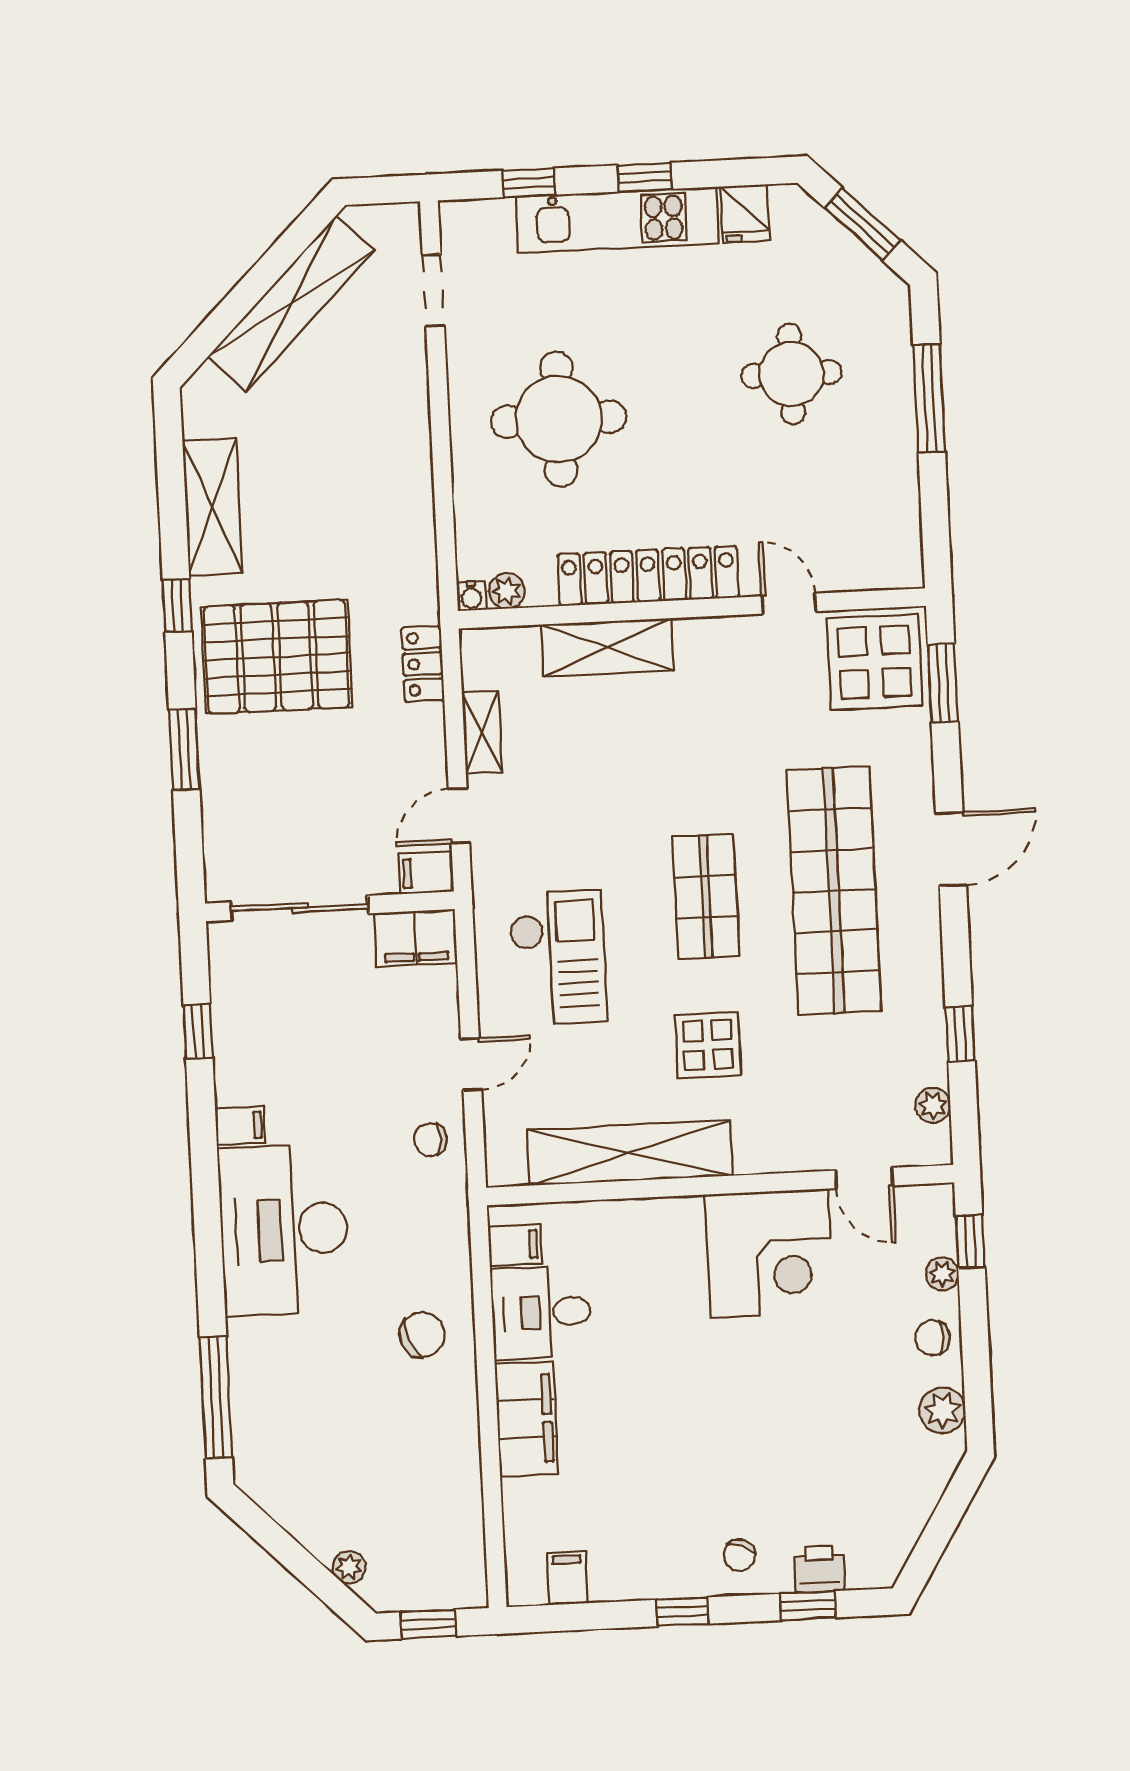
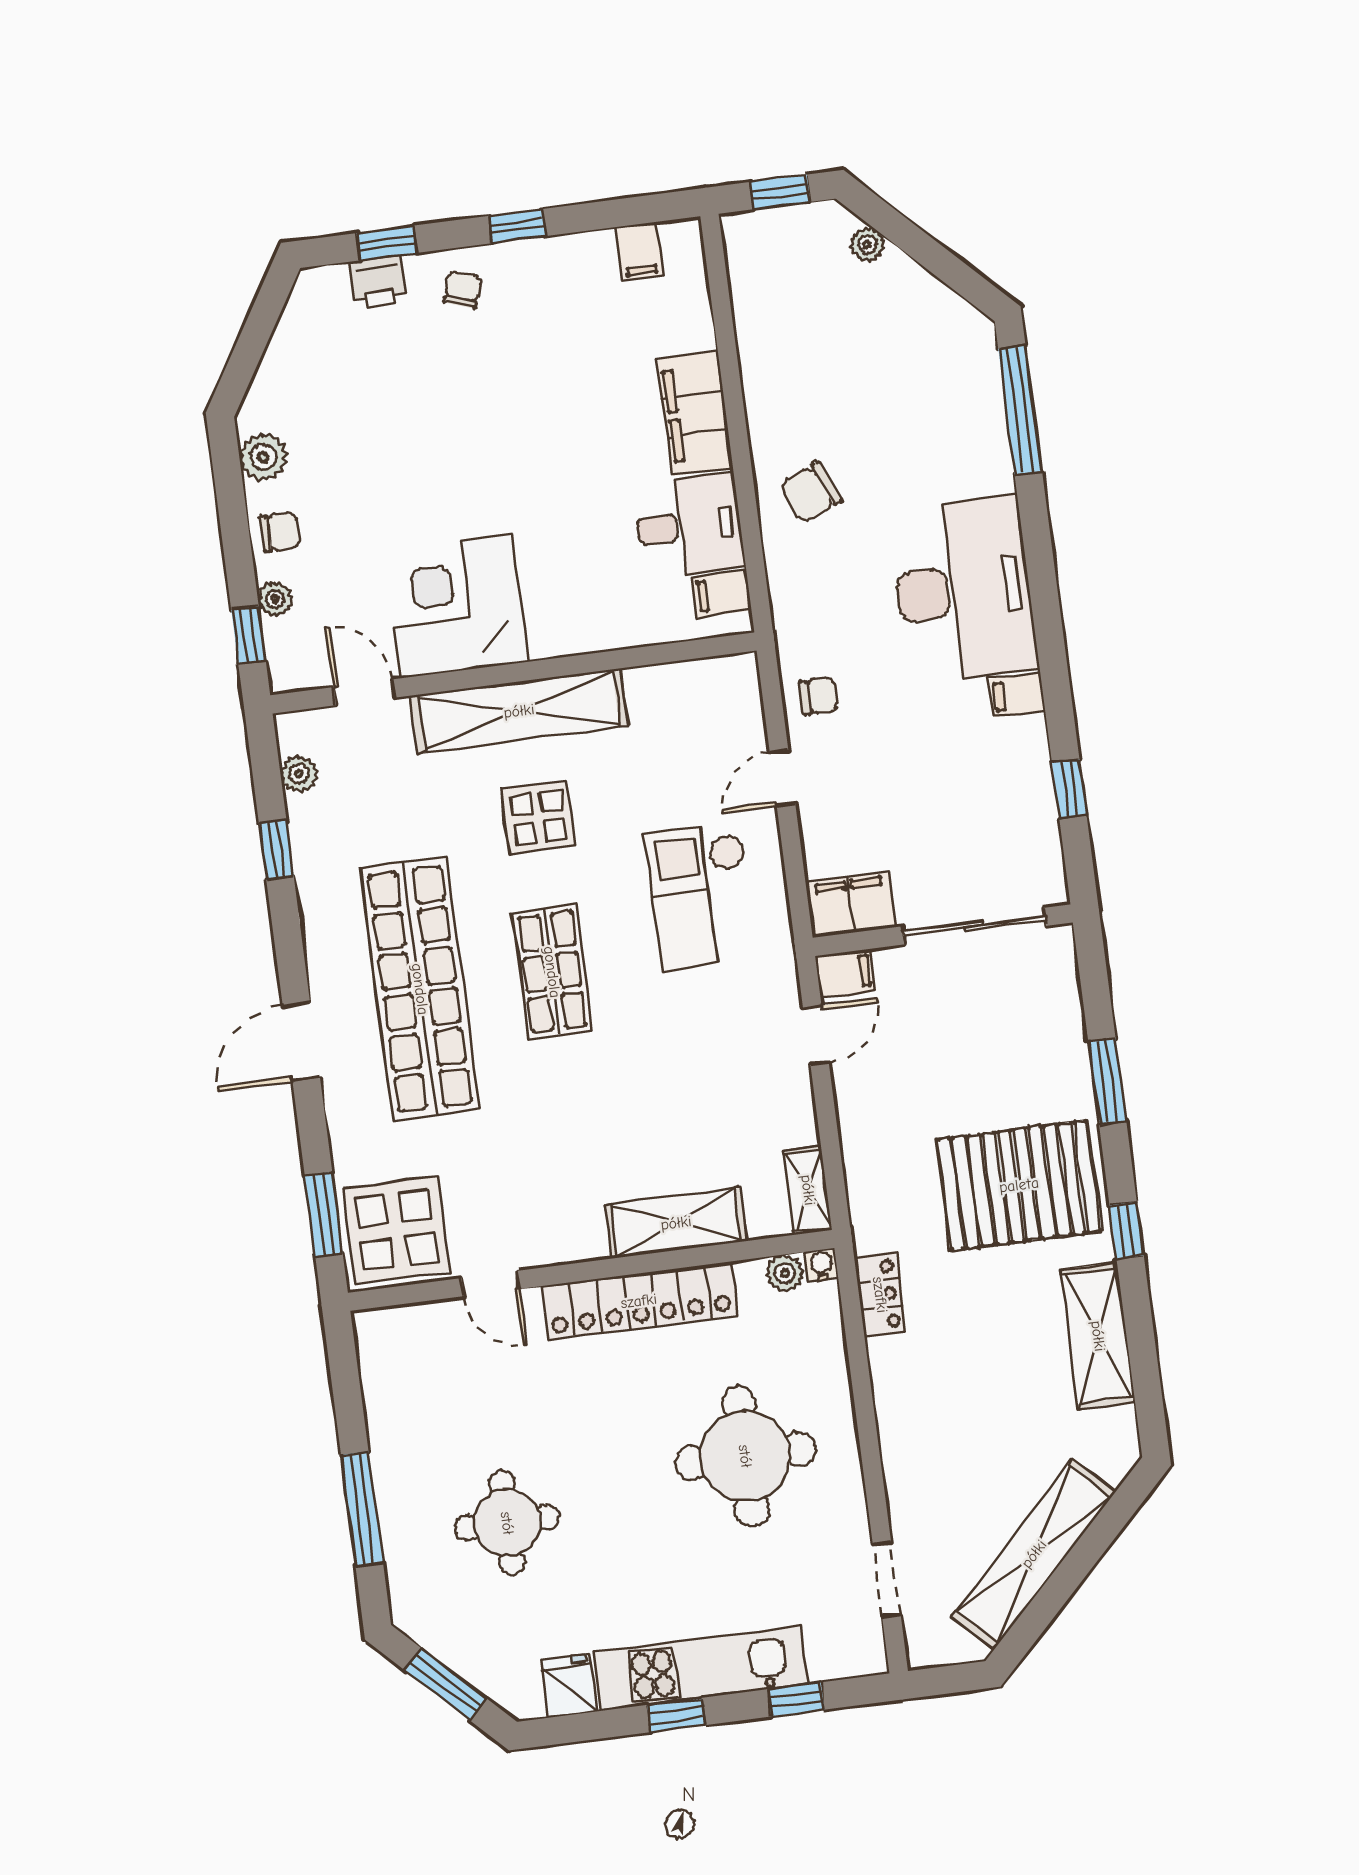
locker: (423, 664) -> (880, 1295), moved
shelving: (482, 732) -> (808, 1190), moved
shelving: (630, 1153) -> (519, 711), moved

